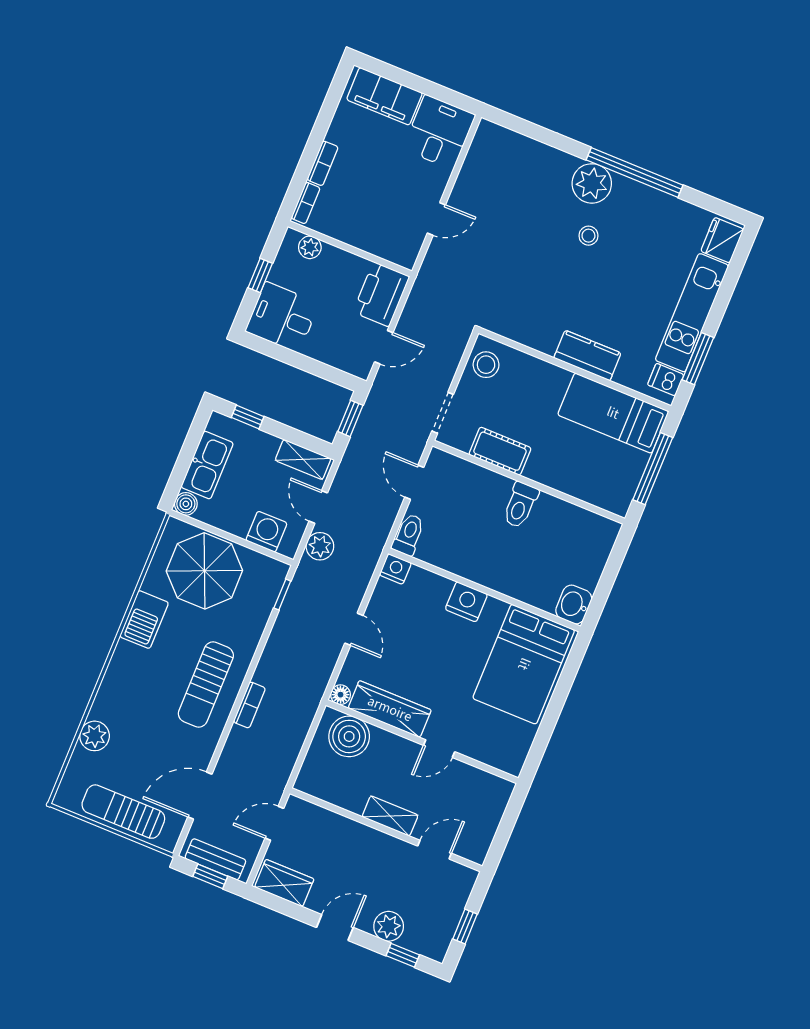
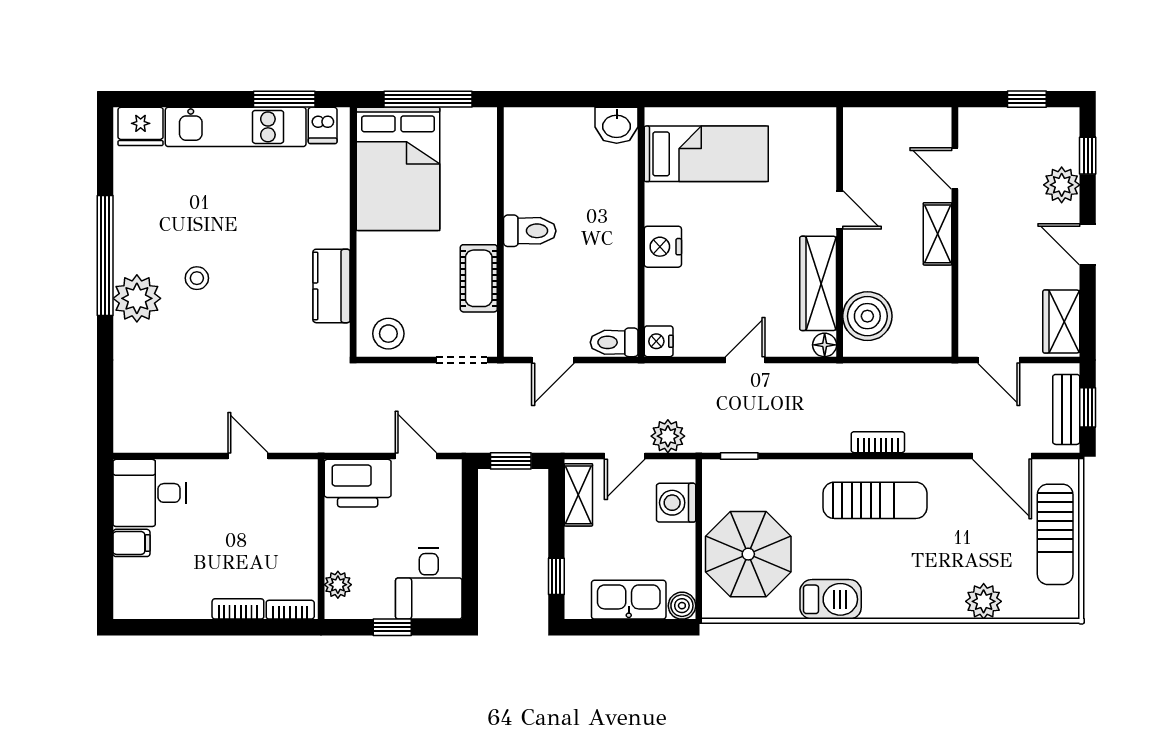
filing cabinet: (384, 96) -> (131, 543), width x0.33, depth x0.86
kitchen counter: (587, 355) -> (331, 286), moved
bed: (613, 413) -> (398, 169), width x1.50
bed: (524, 664) -> (706, 154), width x0.67

